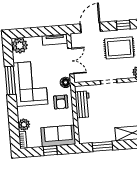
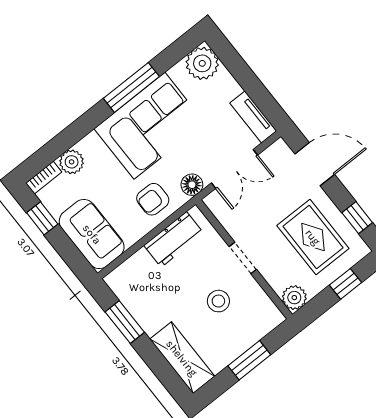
stool: (119, 103) -> (218, 301), added
window: (50, 151) -> (42, 218), moved

